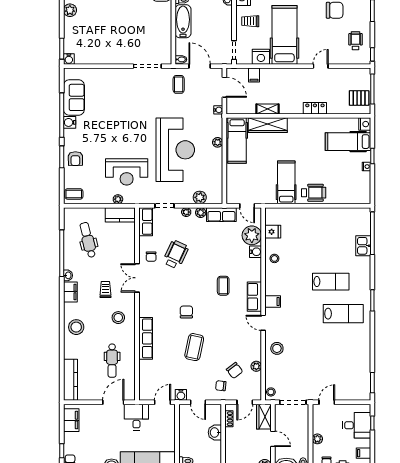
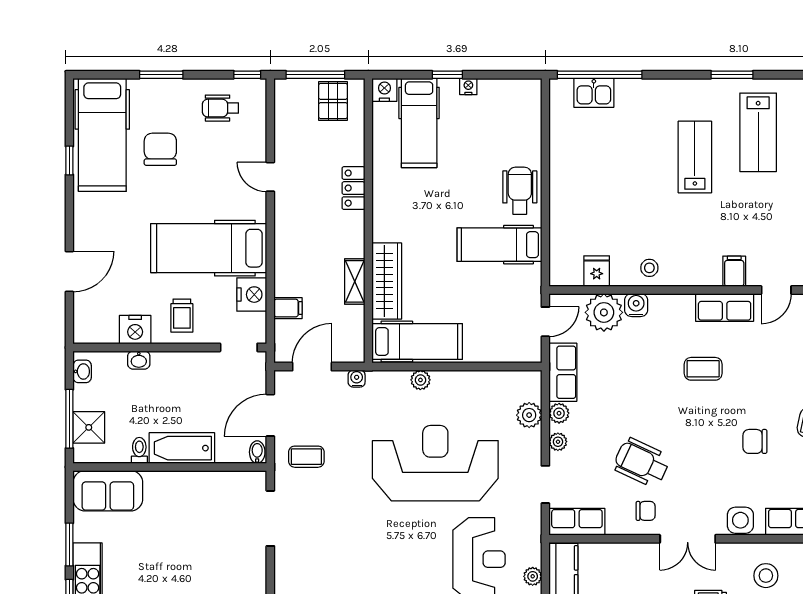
kitchen sink: (363, 246) -> (594, 93), moved
side table: (146, 305) -> (740, 520), added
lab bench: (343, 314) -> (758, 132), turned 180

